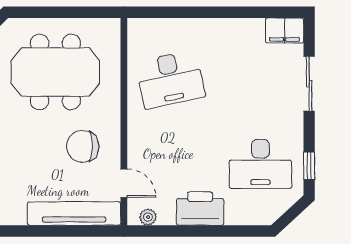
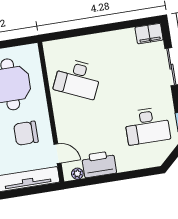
desk: (170, 79) -> (78, 79), turned 36
printer: (200, 209) -> (99, 164), moved

